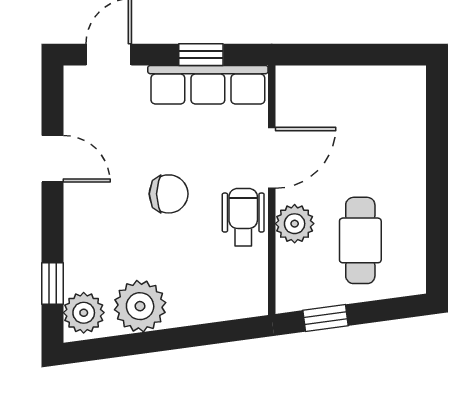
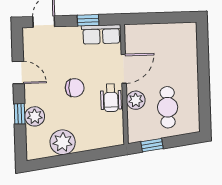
row of seats: (208, 85) -> (101, 34), width x0.68
wheelchair: (243, 217) -> (111, 98), turned 180
window: (52, 283) -> (20, 114), moved
plant: (84, 313) -> (35, 116), moved

